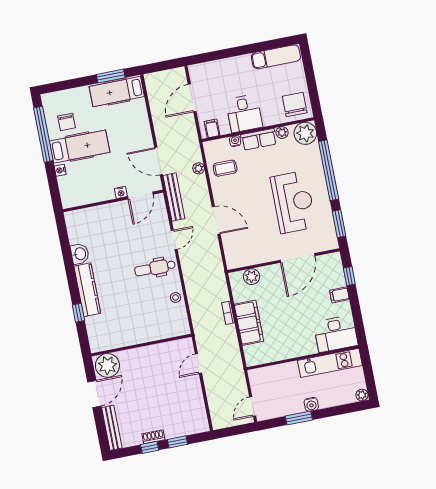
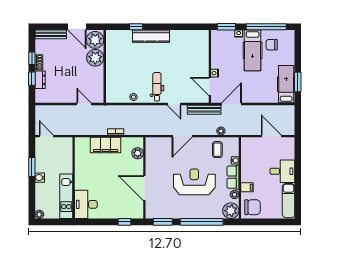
desk: (244, 113) -> (282, 171), moved, turned 180
filing cabinet: (212, 128) -> (247, 187), moved
window: (54, 189) -> (226, 27), added
reception desk: (293, 202) -> (194, 182), moved, turned 180
washbasin: (80, 254) -> (177, 36), removed
filing cabinet: (339, 295) -> (113, 212), removed
plant: (132, 360) -> (95, 58), added
dresser: (177, 430) -> (40, 80), added

